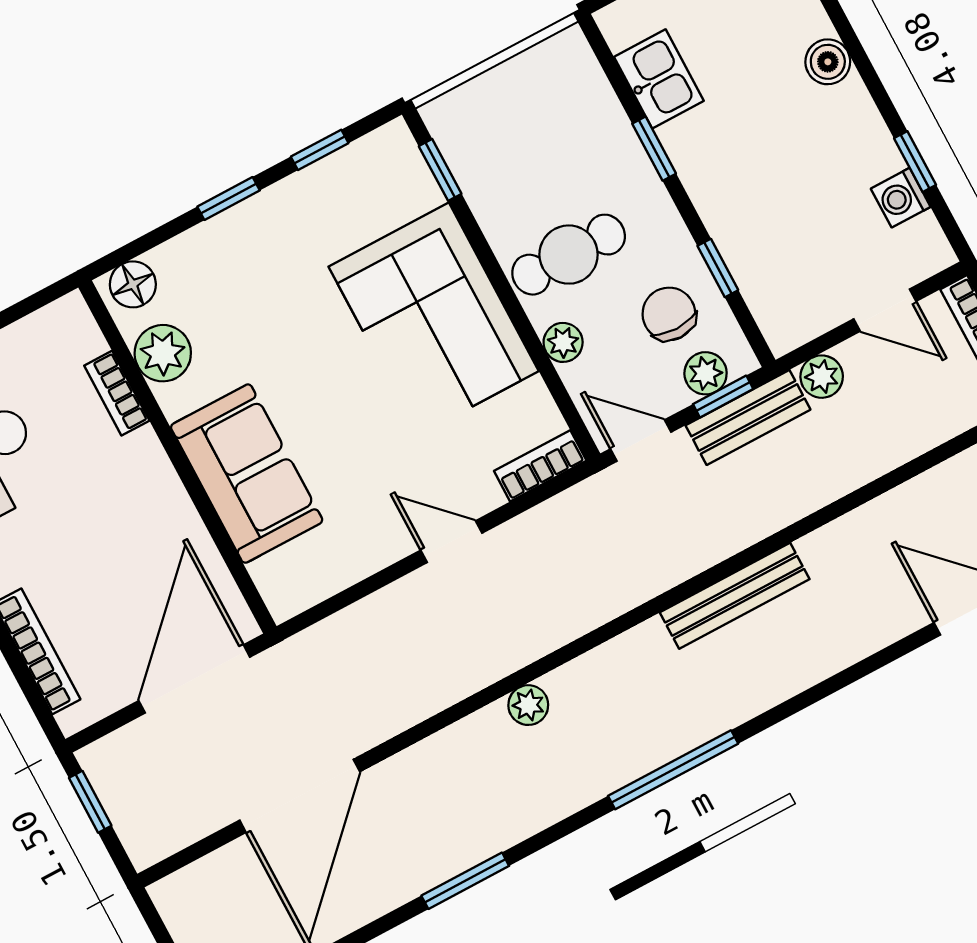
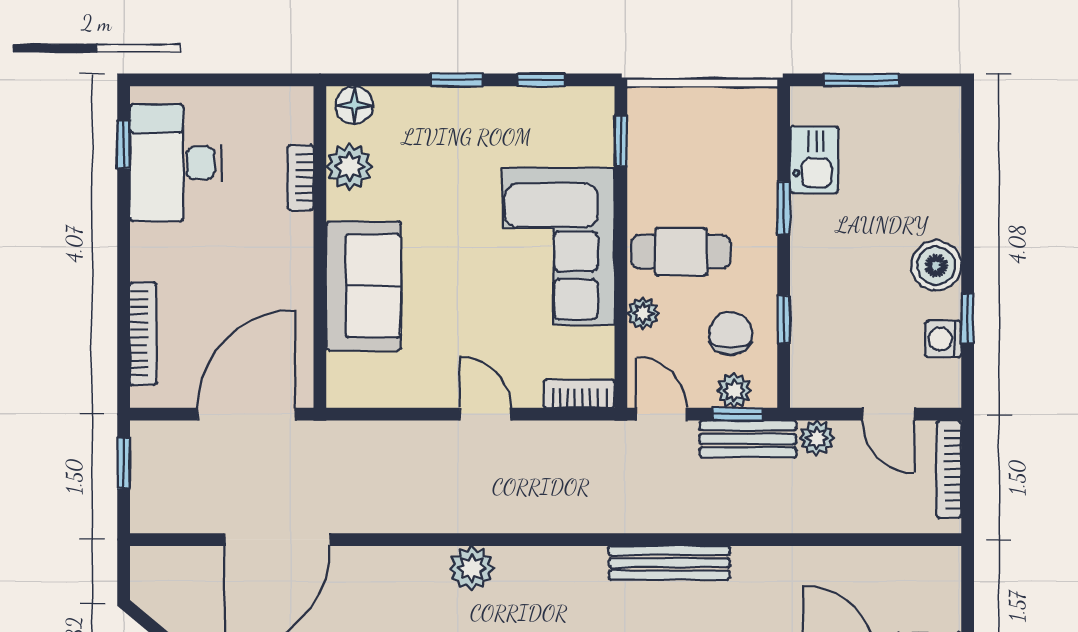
boiler: (828, 62) -> (936, 266), moved, width x1.36, depth x1.36
plant: (528, 705) -> (472, 568), width x1.38, depth x1.38

